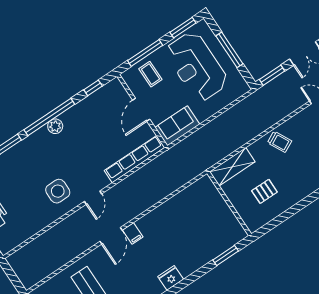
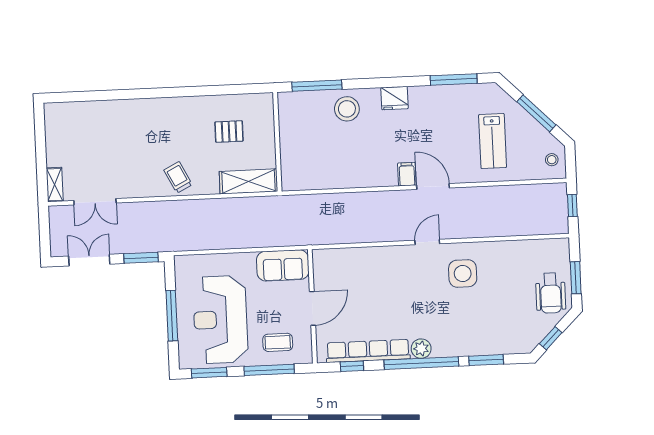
reception desk: (196, 66) -> (220, 320), turned 180
coffee table: (150, 74) -> (278, 342), turned 90
row of seats: (135, 159) -> (368, 351), moved, turned 180
door: (111, 236) -> (433, 186), hinge flipped
stool: (197, 252) -> (347, 109), added
window: (226, 255) -> (317, 86), width x1.44
window: (13, 278) -> (572, 206), added

